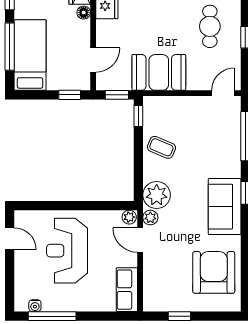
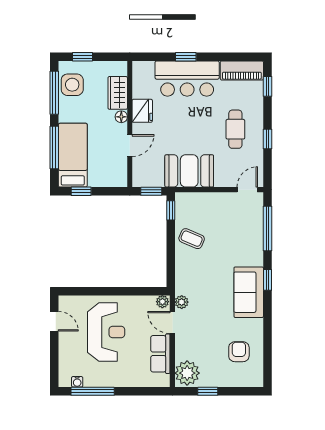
door: (93, 60) -> (130, 146), moved
window: (70, 95) -> (81, 191), moved
plant: (157, 195) -> (187, 373), moved
reception desk: (67, 251) -> (106, 332), turned 180
armchair: (214, 272) -> (239, 352), width x0.53, depth x0.53
row of seats: (127, 290) -> (160, 354), moved

